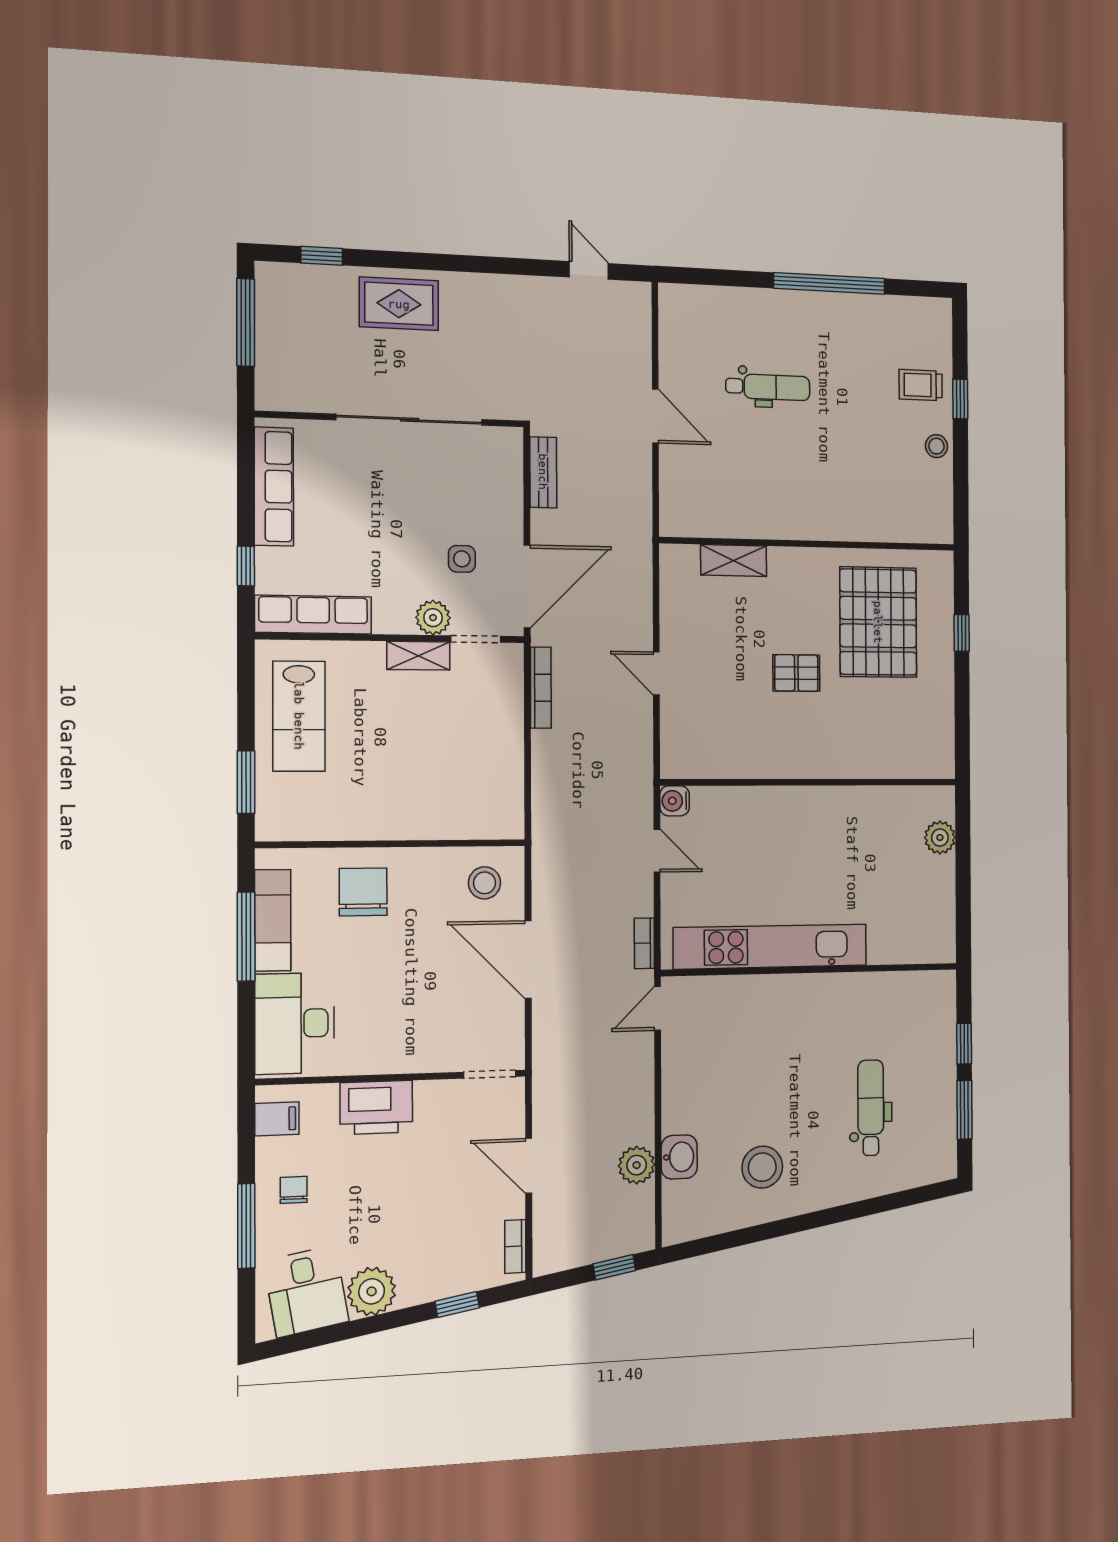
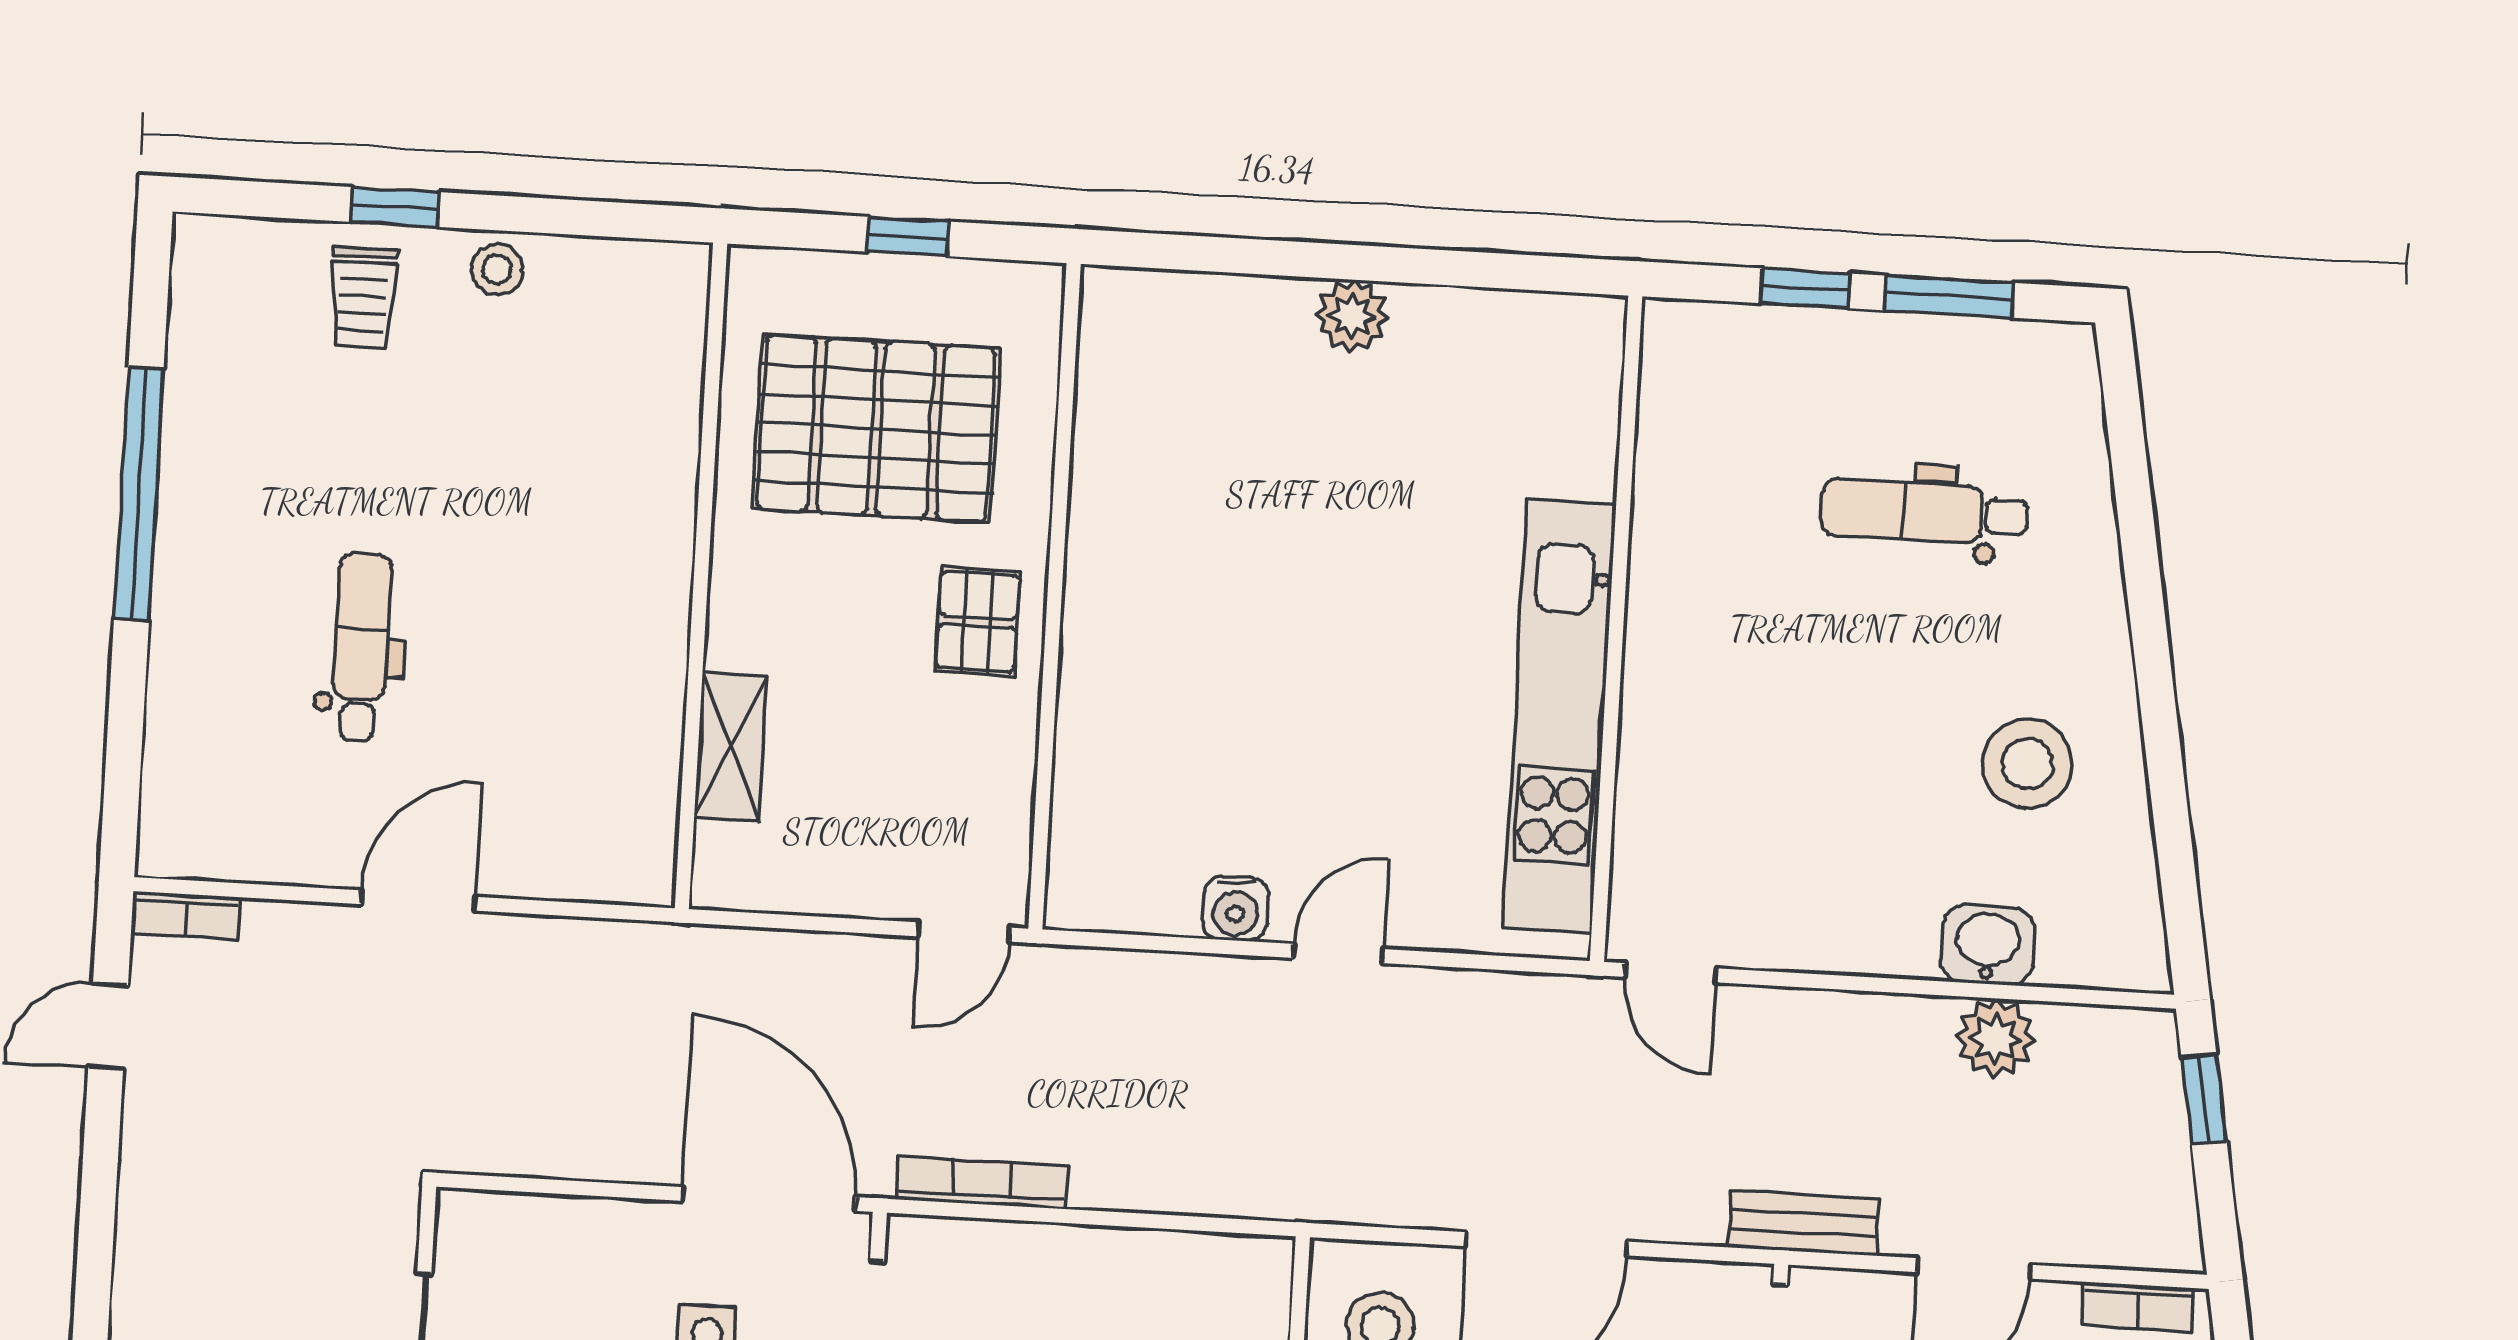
bench: (543, 472) -> (1803, 1223), moved
wall: (810, 782) -> (1055, 596), moved
bookcase: (644, 943) -> (185, 915), moved

